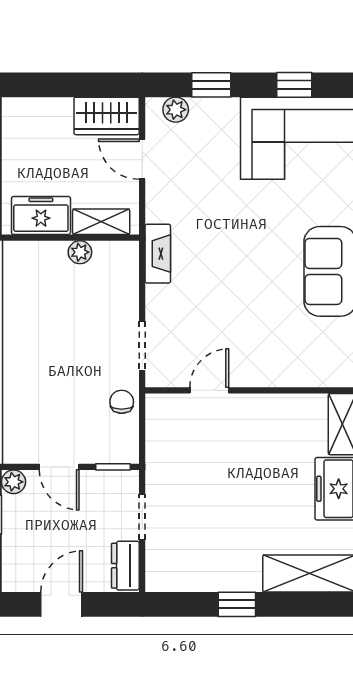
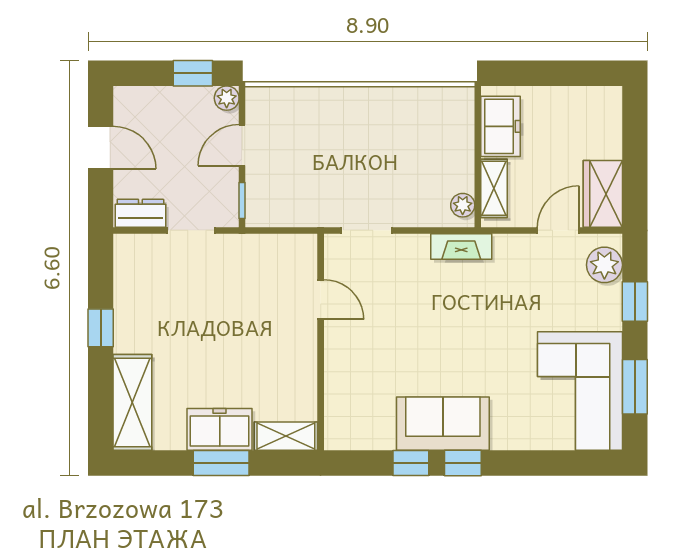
window: (294, 85) -> (635, 387), width x1.50
plant: (176, 110) -> (604, 265), width x1.38, depth x1.38
plant: (80, 252) -> (463, 205), moved
chair: (122, 402) -> (309, 209), removed

